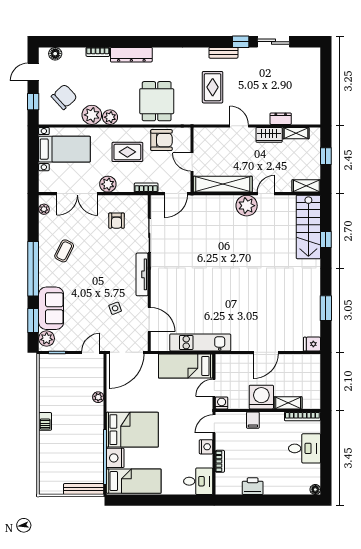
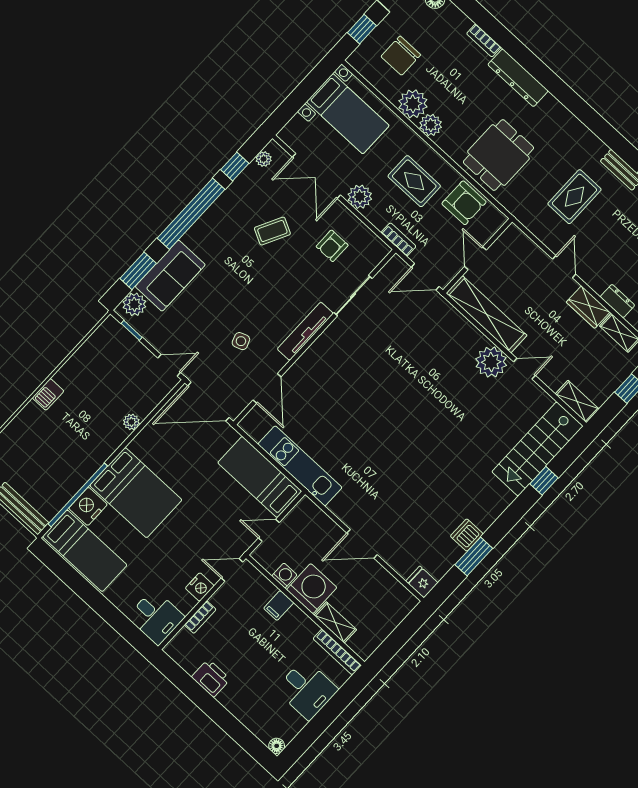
chair: (64, 97) -> (401, 56), turned 133
window: (33, 226) -> (235, 166), added
coffee table: (64, 251) -> (272, 231), moved
dishwasher: (313, 301) -> (467, 535), added
washing machine: (222, 403) -> (284, 575), moved

